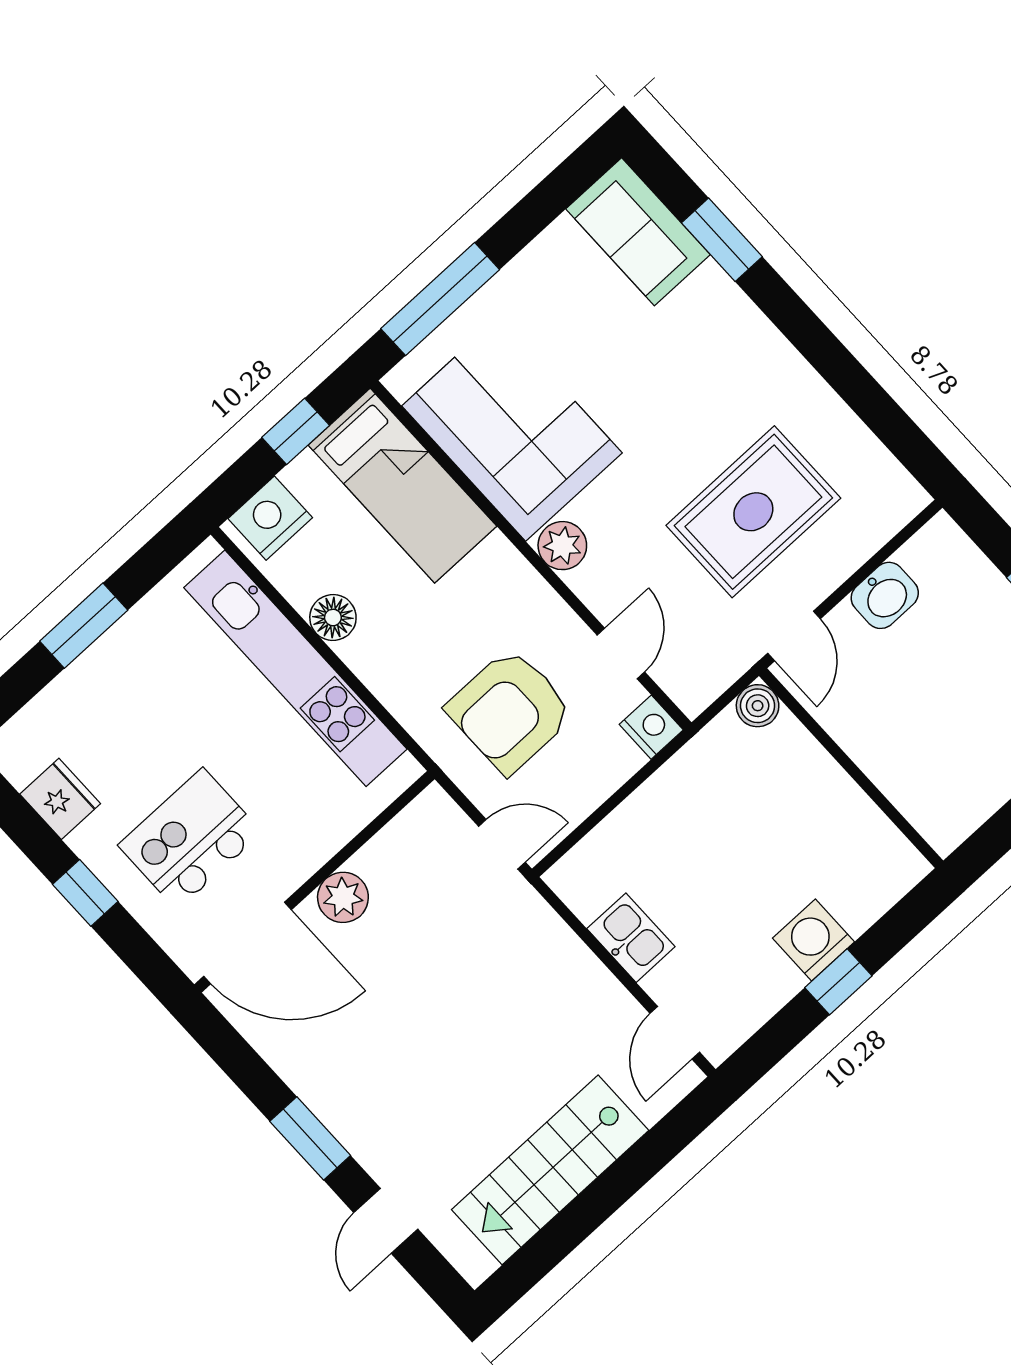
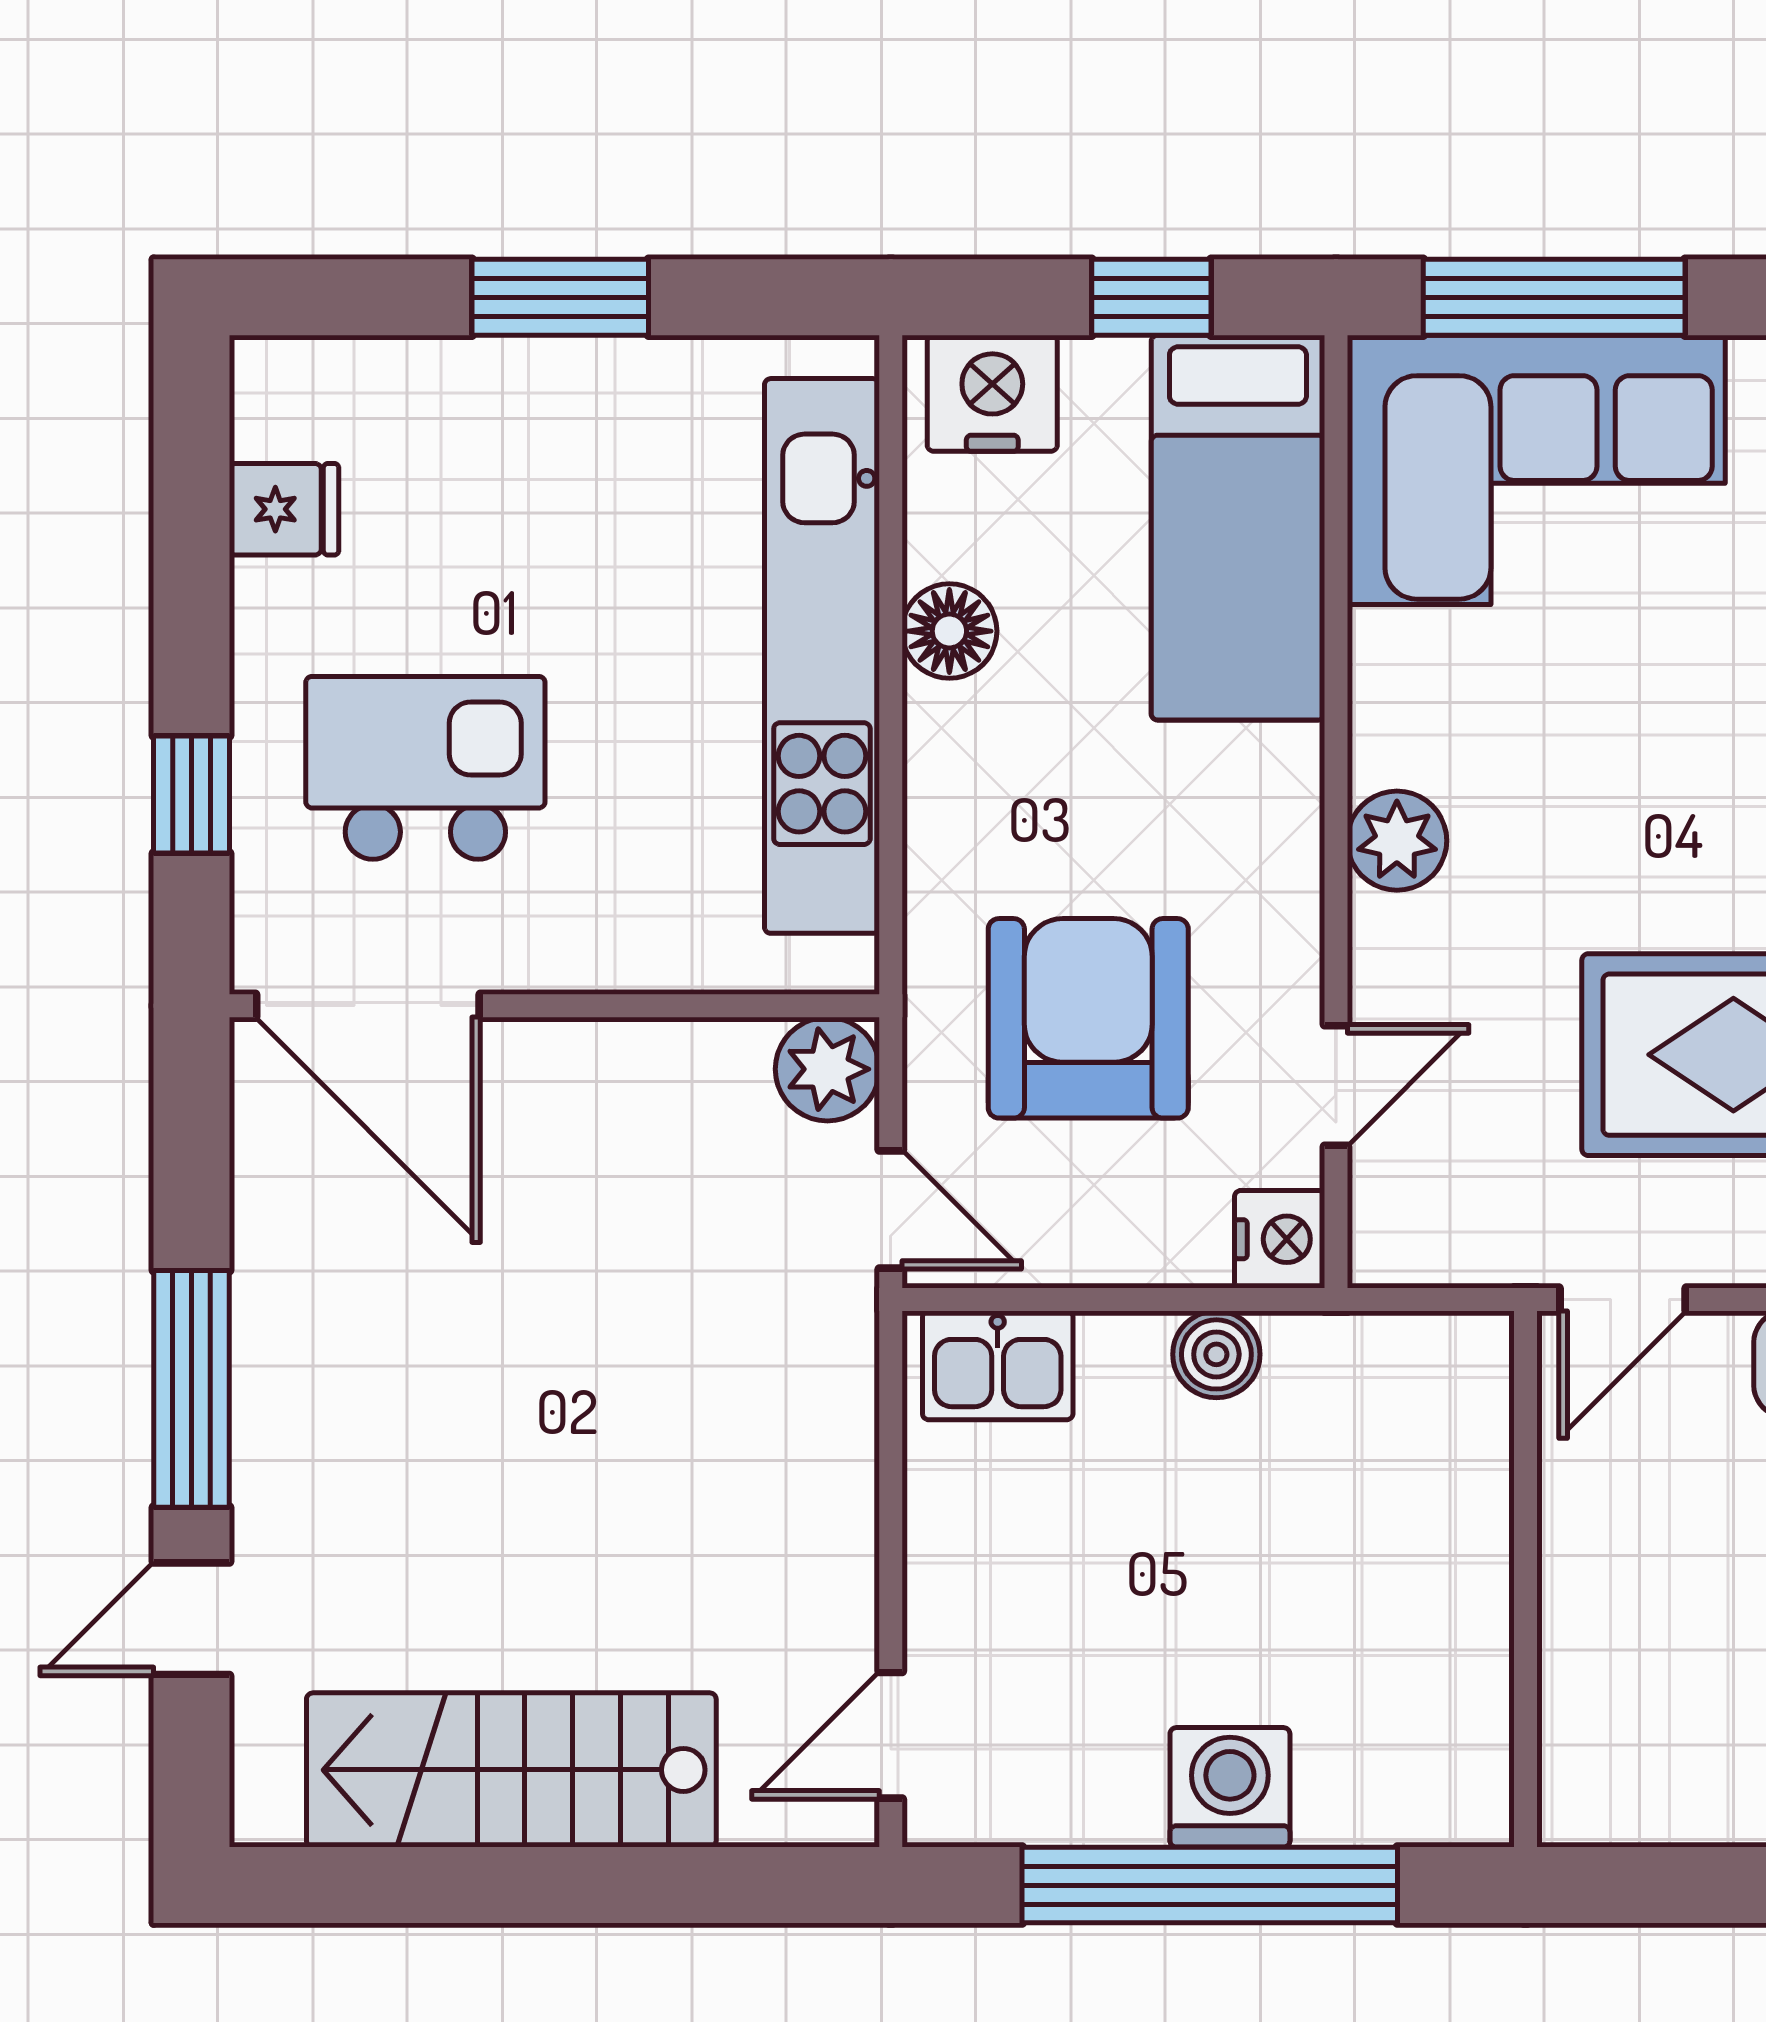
corner sofa: (512, 429) -> (1536, 470), moved, turned 90
boiler: (758, 706) -> (1216, 1354), moved
armchair: (510, 711) -> (1088, 1018), turned 90
fridge: (60, 799) -> (284, 509), width x0.72
window: (85, 893) -> (191, 794), moved
plant: (343, 897) -> (827, 1069), moved
kitchen sink: (631, 938) -> (998, 1365), moved, turned 90
window: (838, 982) -> (1210, 1885), width x3.17
window: (310, 1138) -> (191, 1389), width x1.44

